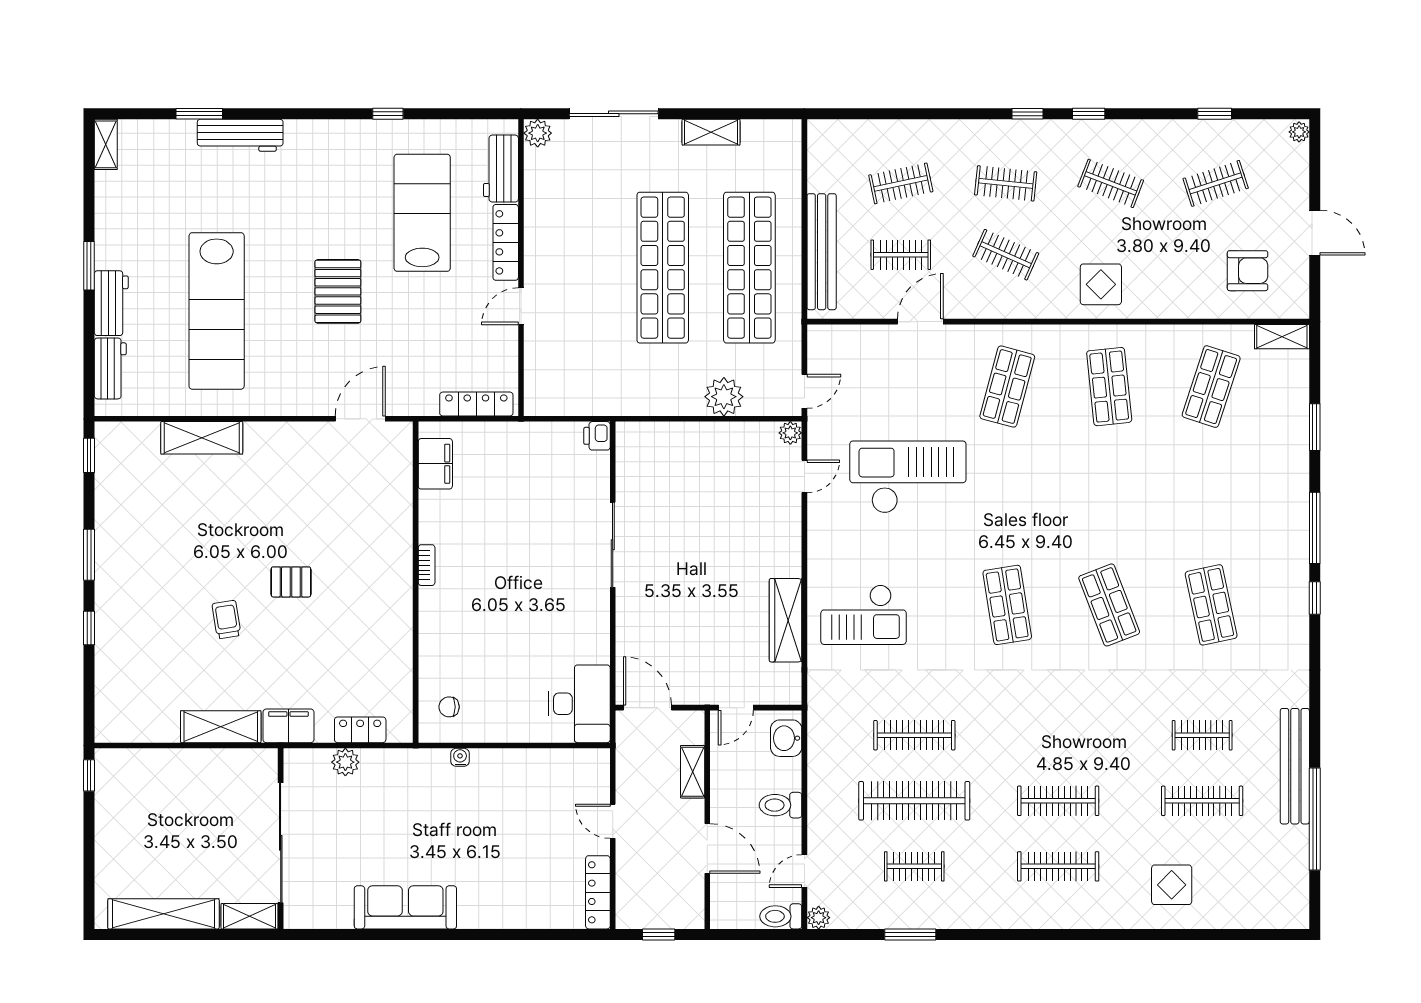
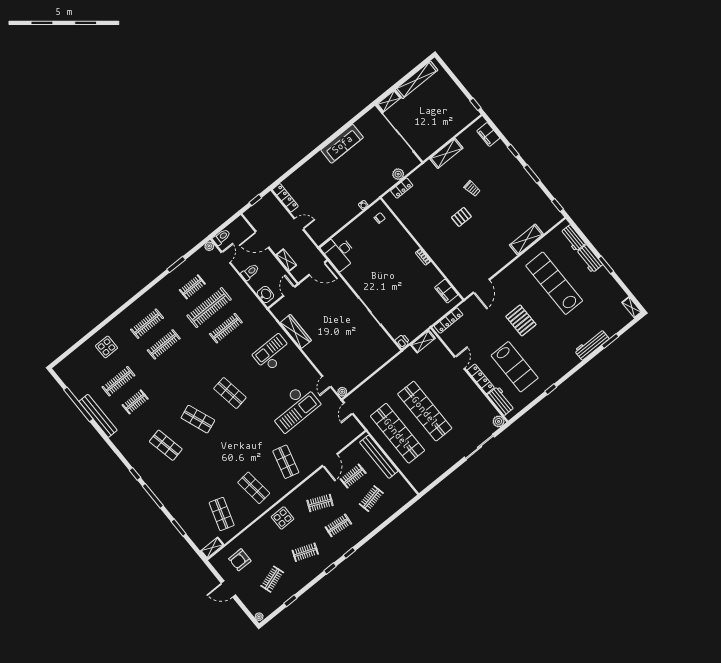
shelving: (711, 132) -> (423, 342), moved
plant: (724, 397) -> (372, 386), removed
filing cabinet: (288, 726) -> (488, 134), moved, turned 90

